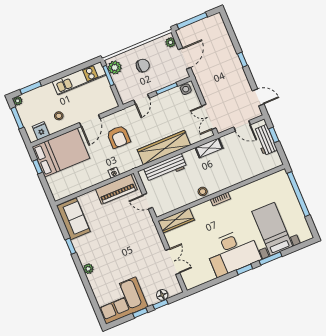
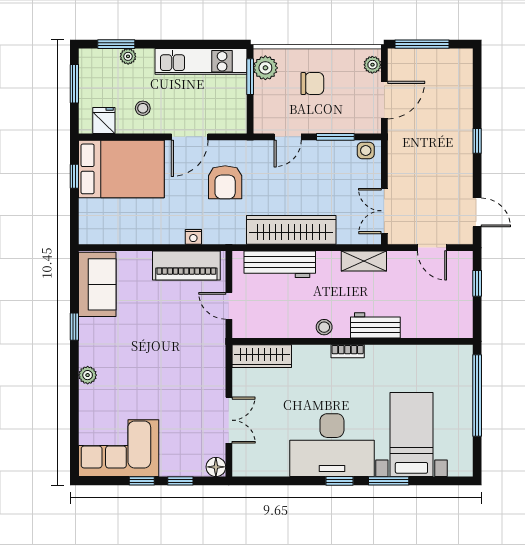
plant: (18, 101) -> (128, 56), moved
workbench: (265, 140) -> (375, 325), moved, turned 90
floor lamp: (162, 295) -> (216, 467), moved

